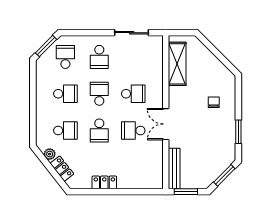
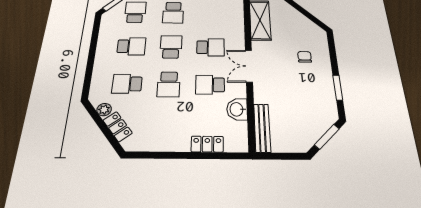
double door: (166, 124) -> (249, 66), moved
school desk: (65, 131) -> (127, 84), turned 180
washbasin: (155, 153) -> (237, 109), added
locker: (104, 182) -> (207, 144), moved
window: (186, 192) -> (279, 156), removed

